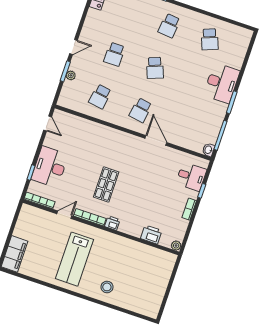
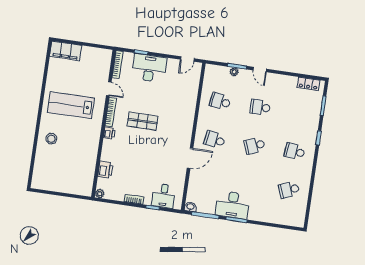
desk: (222, 83) -> (232, 205), moved

